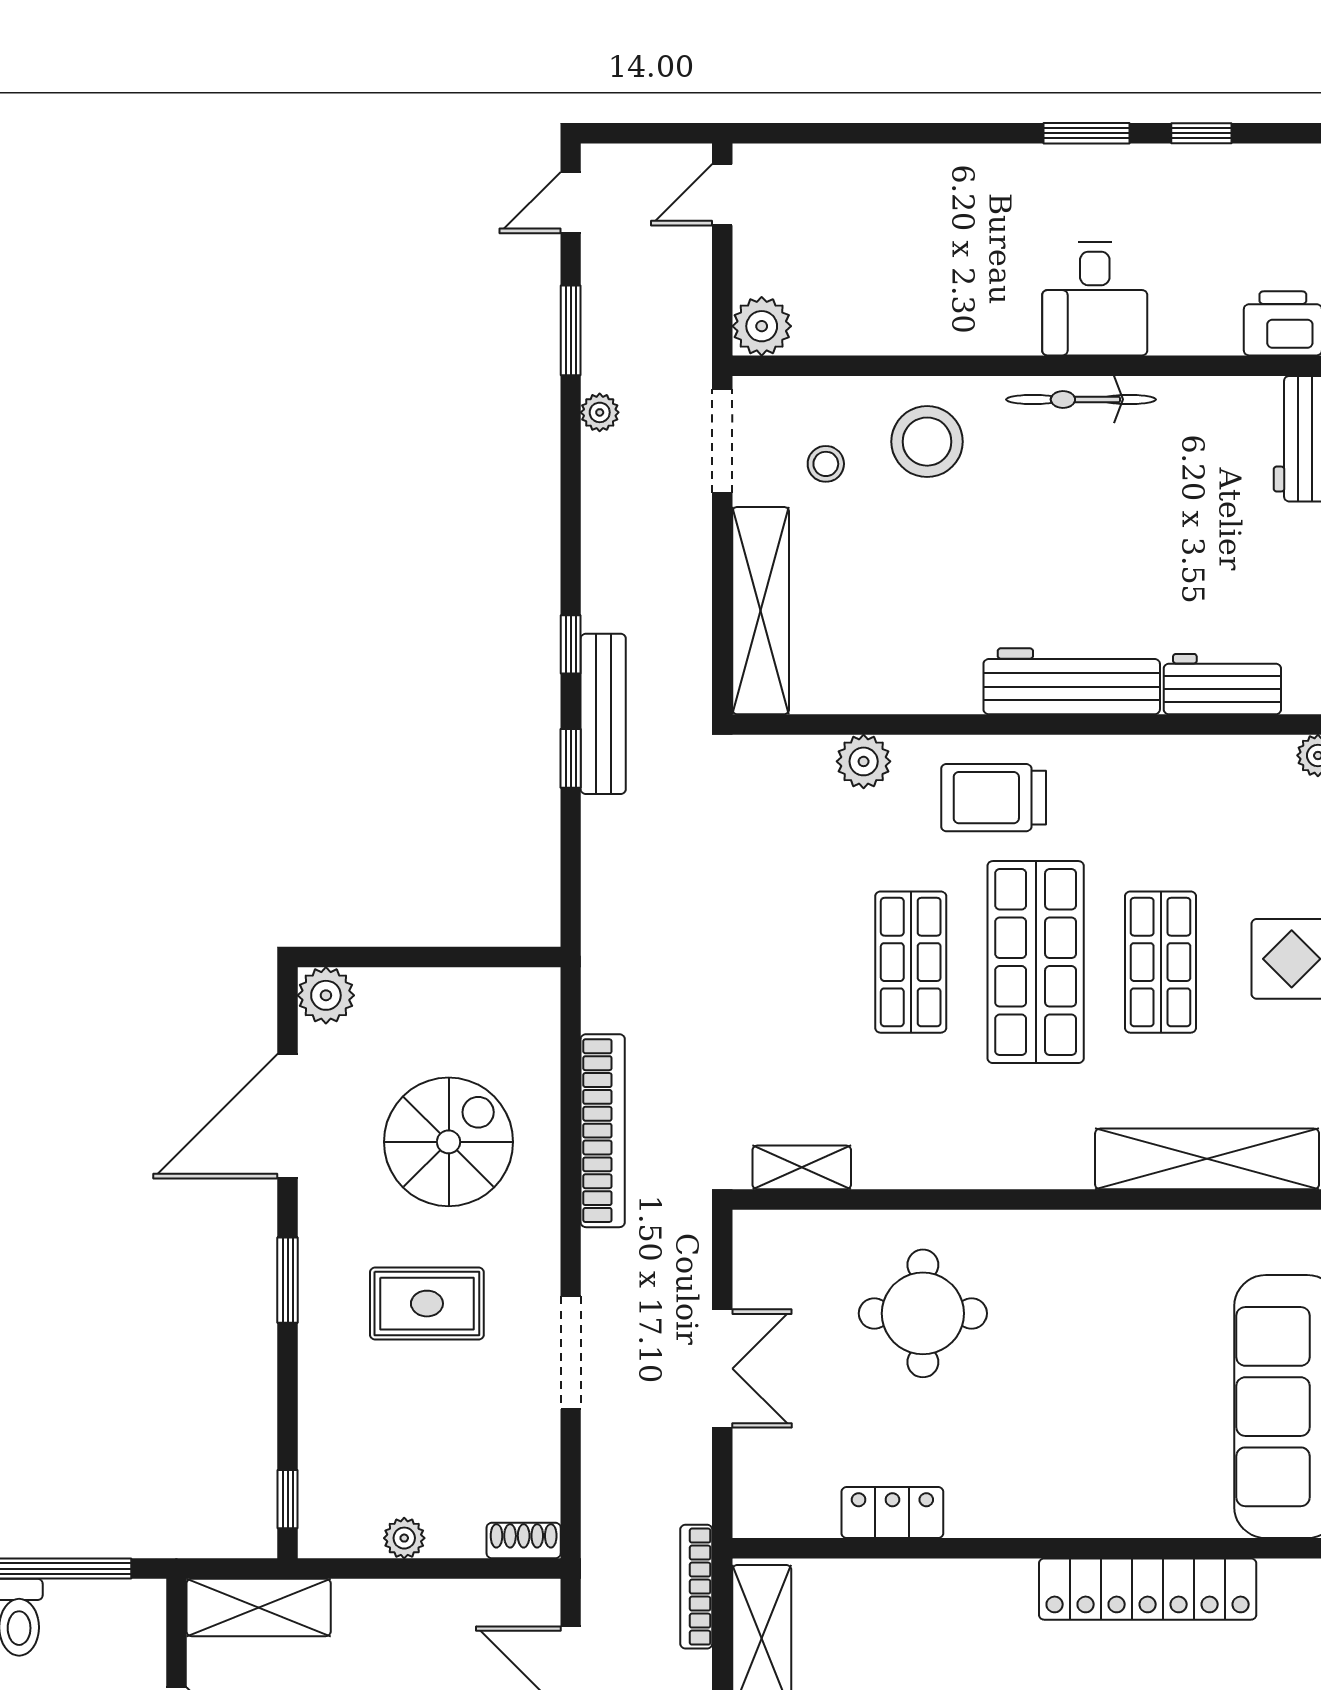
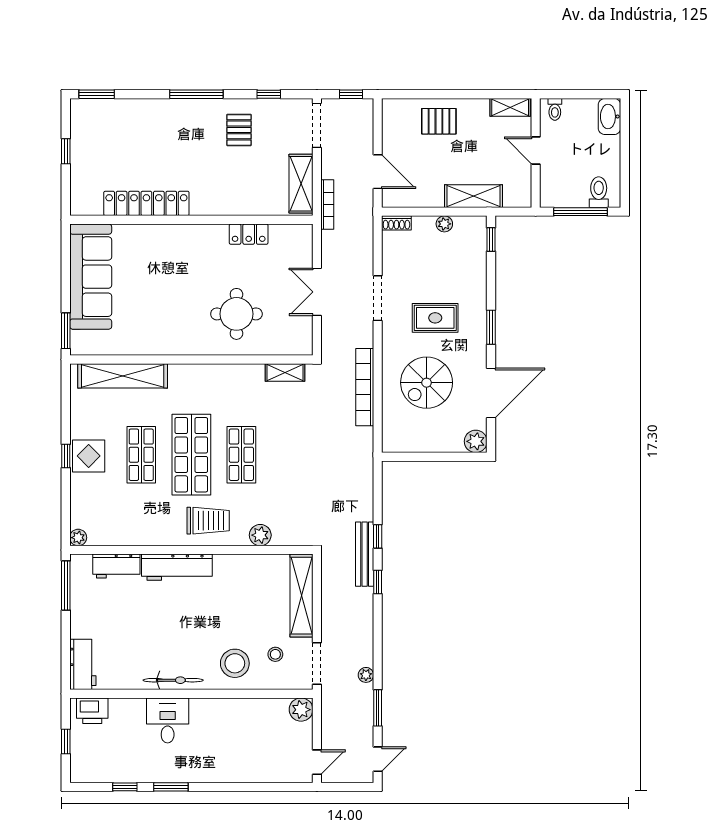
shelving: (259, 1607) -> (474, 196), moved

